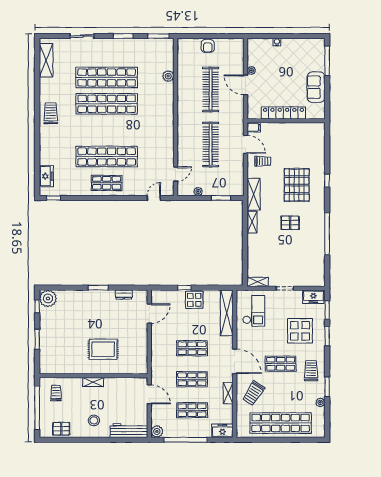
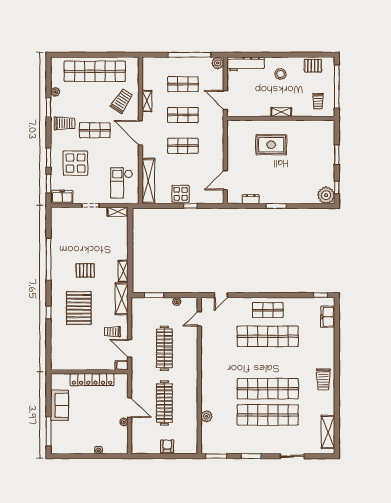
trolley: (311, 371) -> (64, 123), turned -90
freezer: (222, 431) -> (153, 64), removed

